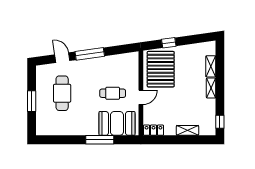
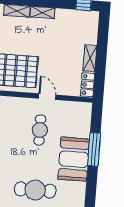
booth: (117, 123) -> (74, 159), moved
shelving: (188, 130) -> (90, 58), moved

